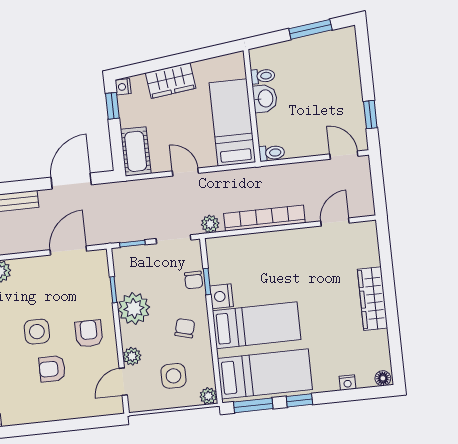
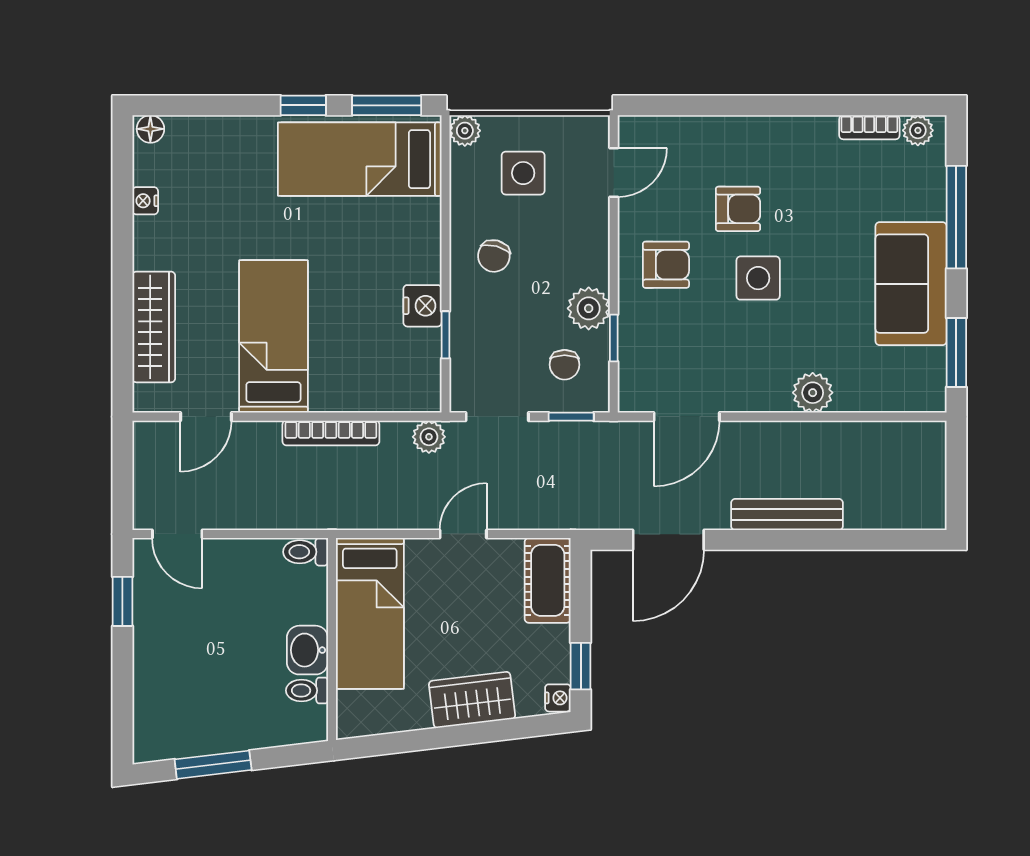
door: (185, 172) -> (463, 534), swing flipped
bookcase: (264, 218) -> (331, 433), width x0.68, depth x0.76
chair: (194, 280) -> (565, 365), moved, turned 180
wardrobe: (373, 299) -> (154, 327), moved
plant: (134, 309) -> (589, 308), width x0.73, depth x0.73
bed: (257, 325) -> (273, 336), moved, turned 90
armchair: (89, 334) -> (666, 265), turned -90
plant: (132, 356) -> (593, 216), removed
nightstand: (347, 383) -> (145, 201), moved, turned -90

